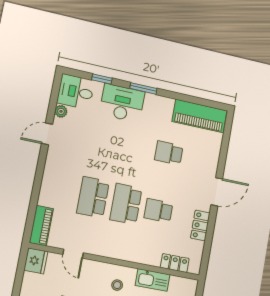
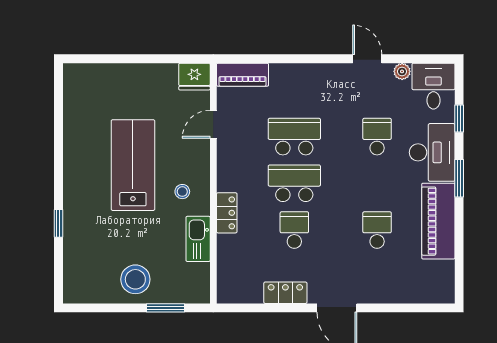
piano: (200, 116) -> (438, 221), moved
school desk: (104, 139) -> (377, 137), added
locker: (175, 263) -> (227, 213), moved

